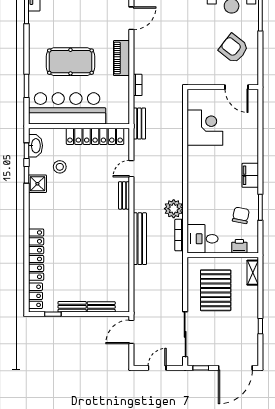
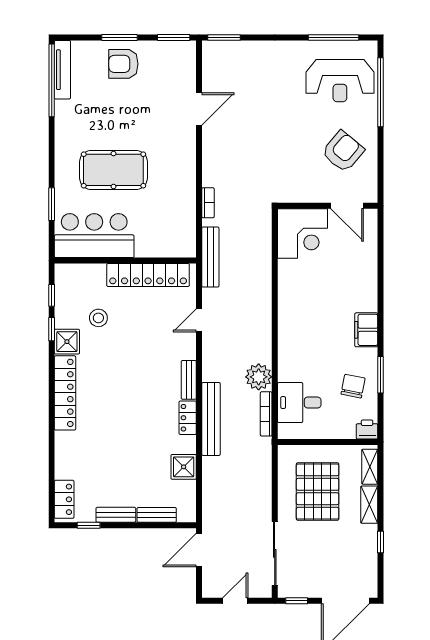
armchair: (234, 48) -> (343, 151), turned 92
piano: (121, 58) -> (185, 165), removed
bar counter: (67, 108) -> (94, 236), width x0.73
bench: (139, 124) -> (210, 257), width x1.36
corner desk: (205, 128) -> (302, 233), moved, turned 90
washbasin: (35, 146) -> (64, 288), removed
bench: (124, 195) -> (189, 380), moved
locker: (123, 238) -> (188, 418), added
desk: (203, 239) -> (299, 403), moved
printer: (239, 246) -> (367, 429), moved
locker: (36, 255) -> (65, 393), moved
shower: (120, 273) -> (184, 467), added
shelving: (252, 300) -> (369, 505), added

